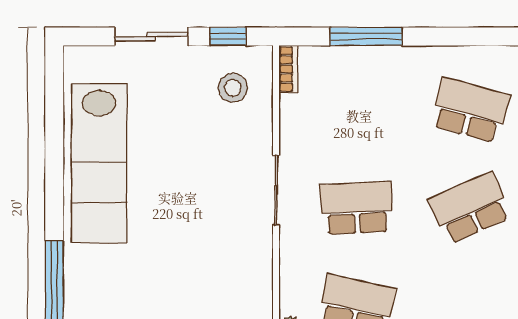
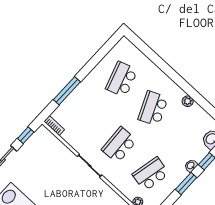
stool: (233, 88) -> (44, 149), removed
school desk: (470, 110) -> (122, 79), turned -33

